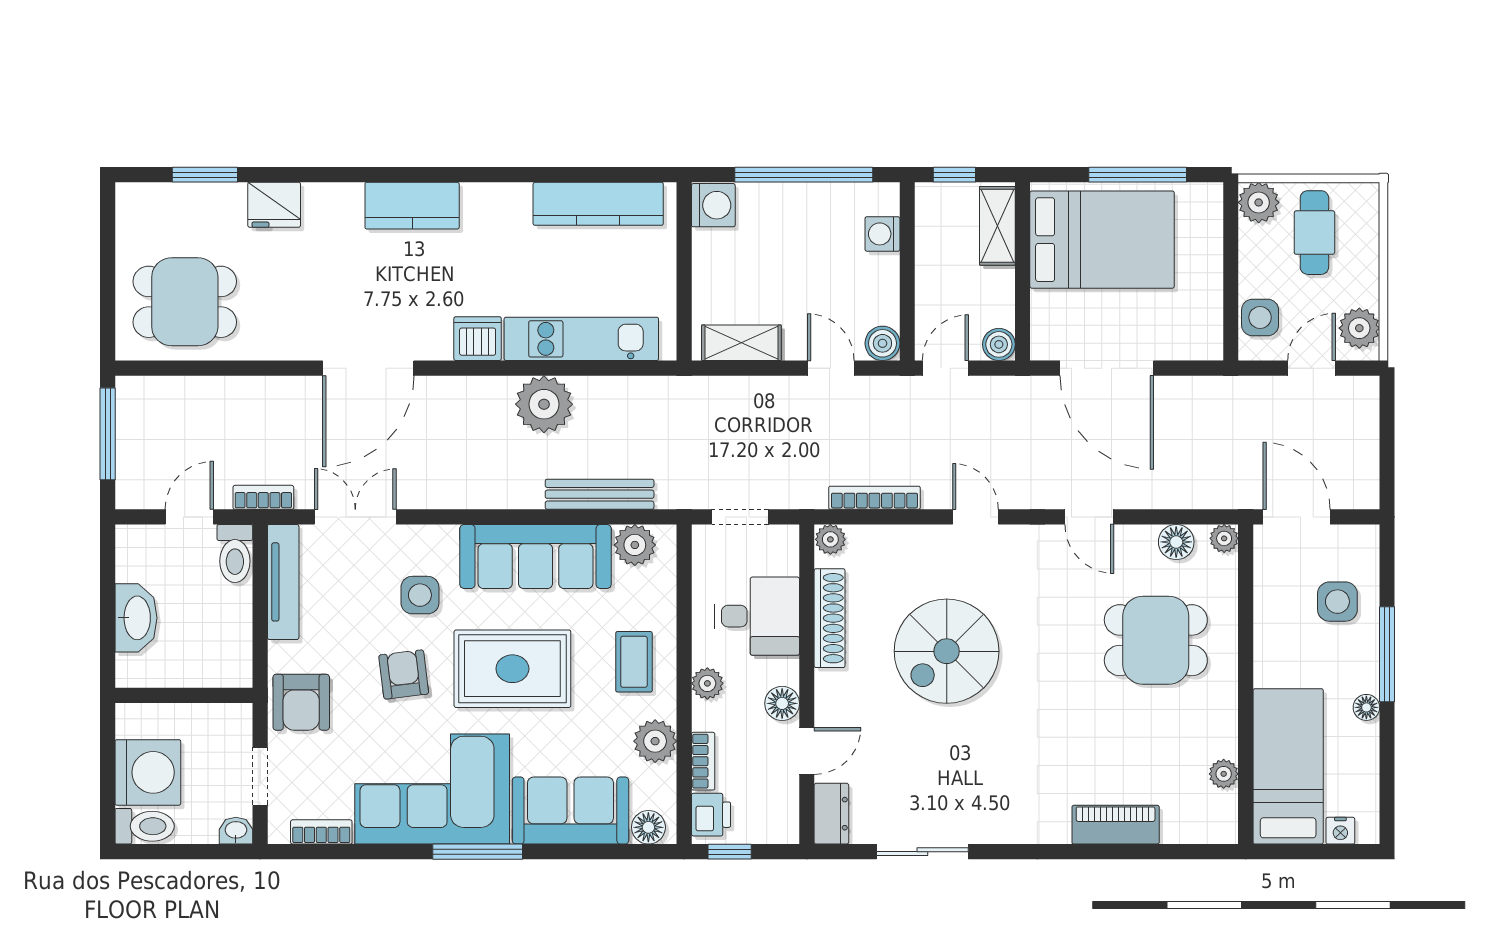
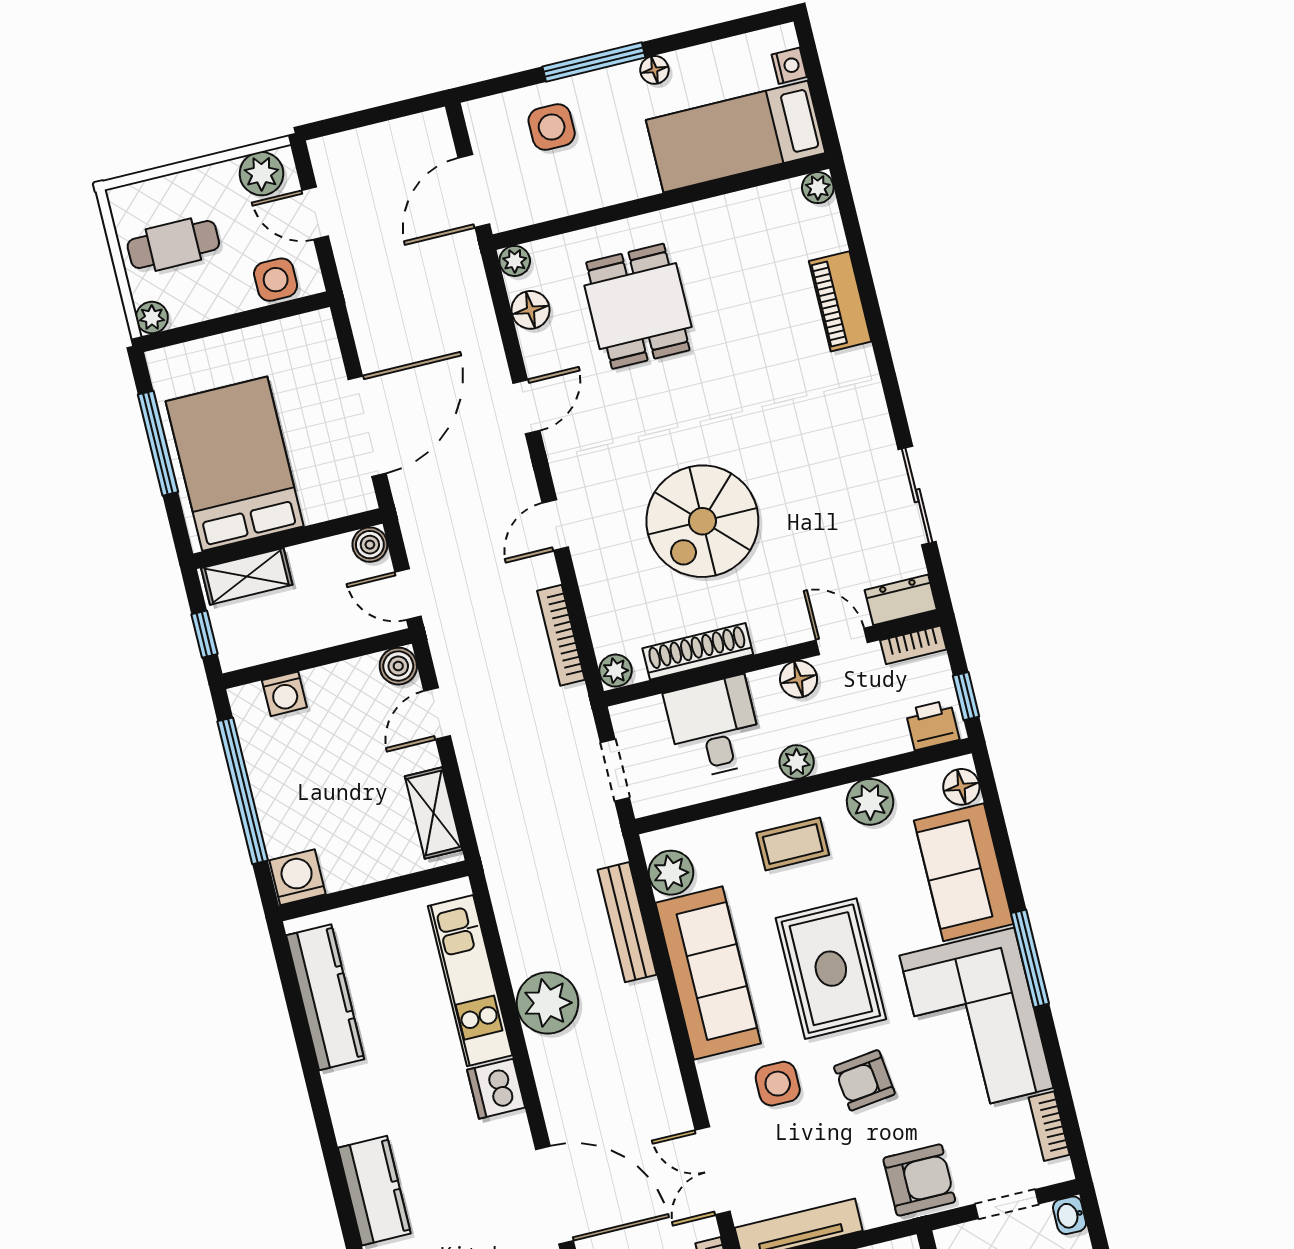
plant: (1259, 202) -> (152, 317), width x0.73, depth x0.73
spiral stairs: (947, 651) -> (702, 521), turned 90
bookcase: (703, 761) -> (913, 645), moved, turned 180
plant: (1224, 774) -> (818, 188), moved

